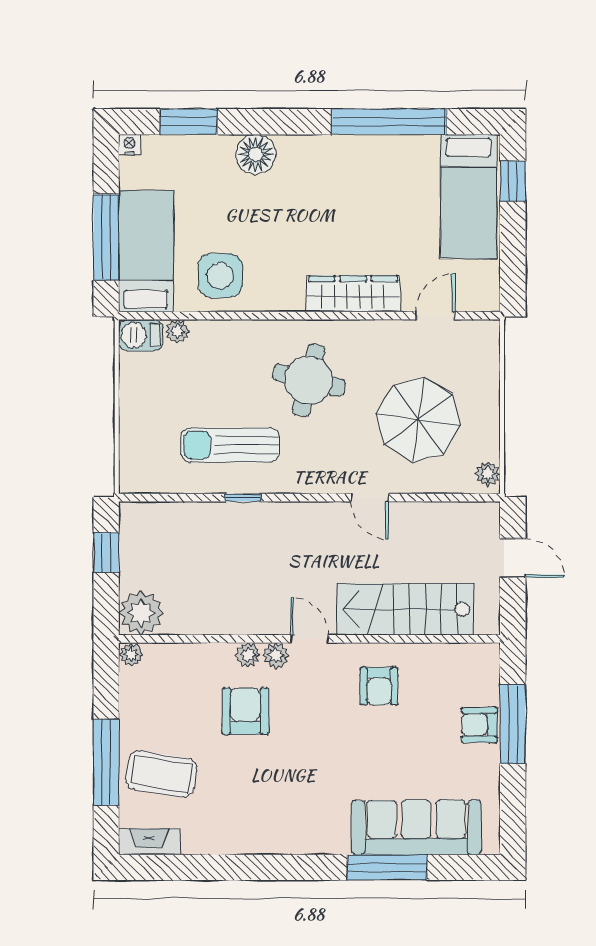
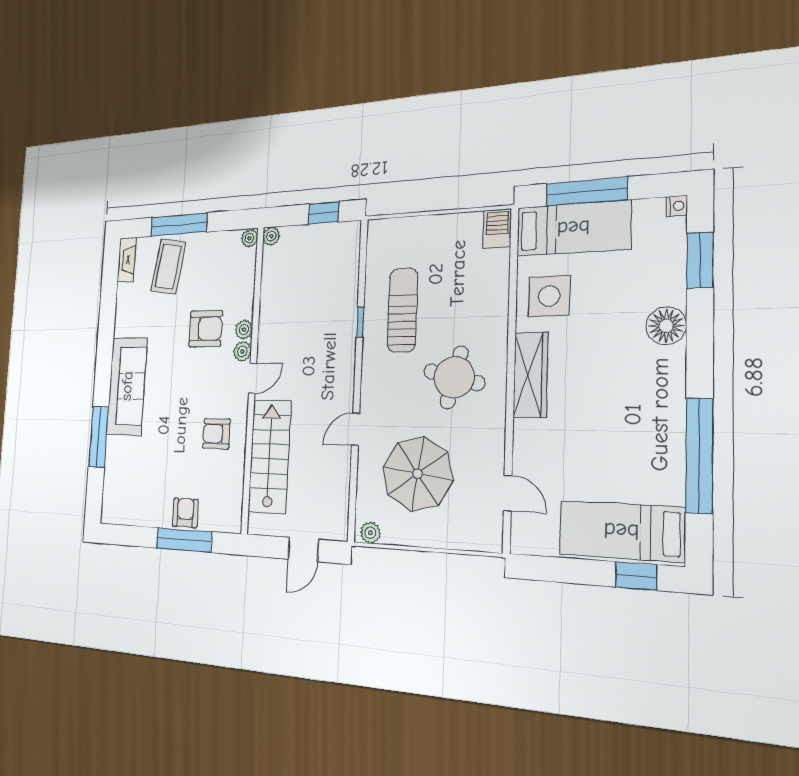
wardrobe: (353, 294) -> (531, 375), moved
plant: (177, 331) -> (500, 260), removed
plant: (141, 613) -> (271, 236), width x0.53, depth x0.53
sofa: (416, 827) -> (127, 386), moved

